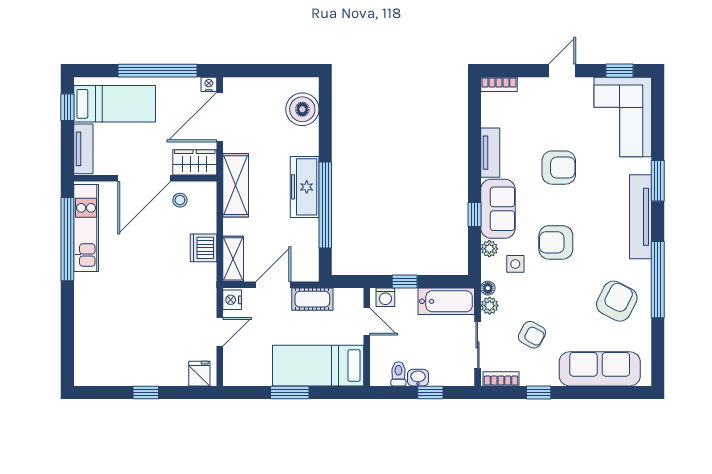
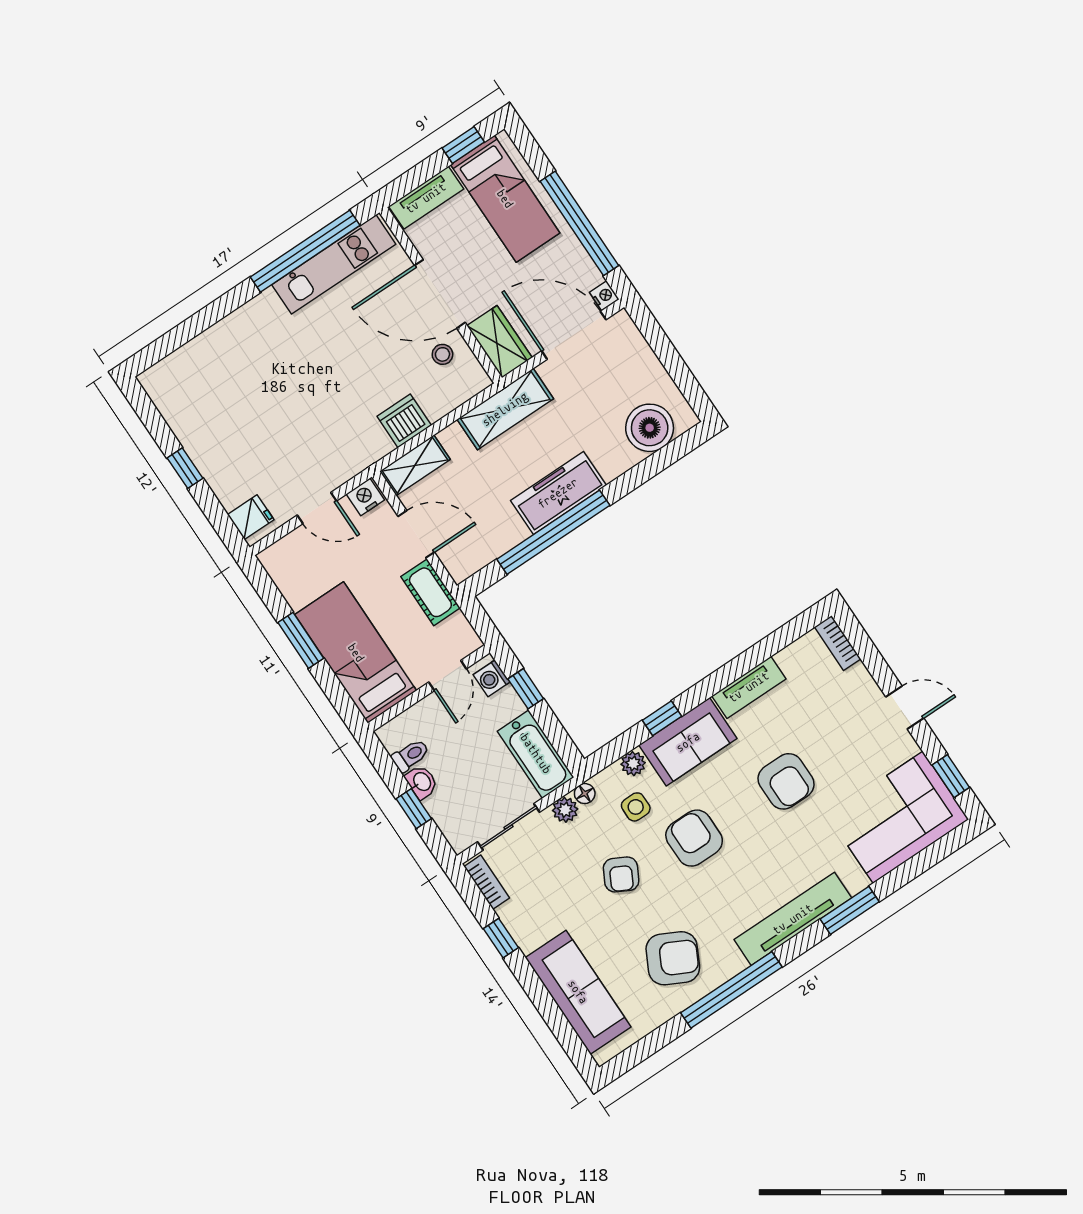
armchair: (532, 335) -> (621, 874), moved

